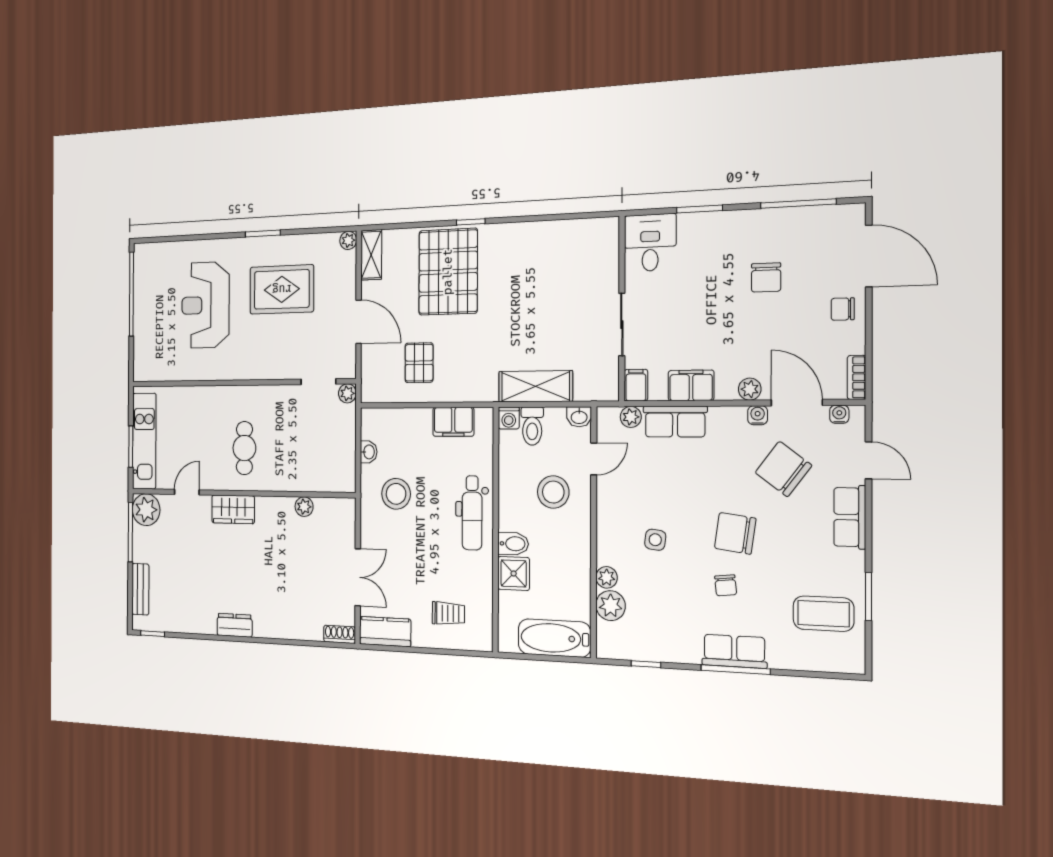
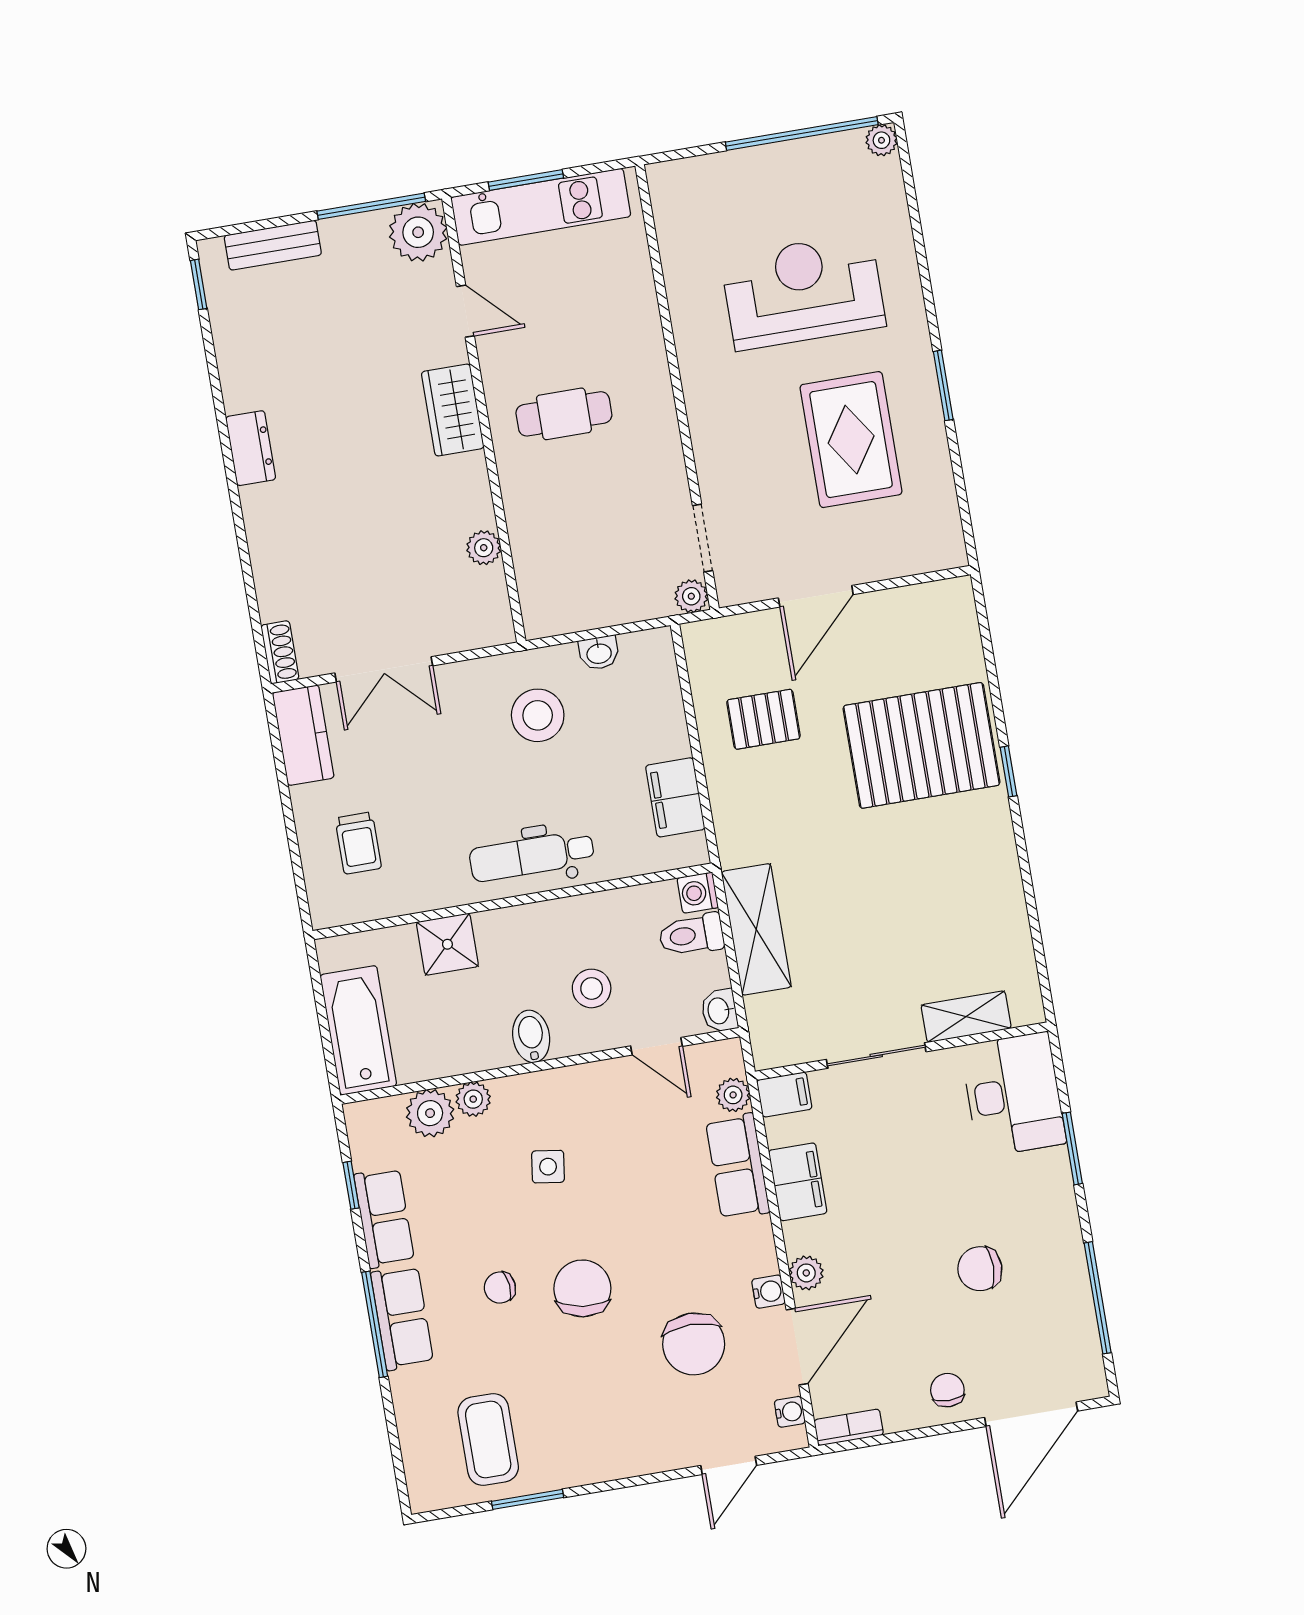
plant: (348, 240) -> (881, 140), moved
desk: (650, 243) -> (1013, 1095), width x1.37
shelving: (371, 255) -> (966, 1017), moved
chair: (783, 469) -> (694, 1344), turned 143
stool: (553, 492) -> (592, 988), width x0.73, depth x0.73
row of seats: (850, 517) -> (384, 1218), moved, turned 90
bidet: (513, 544) -> (531, 1036), moved, turned 180

